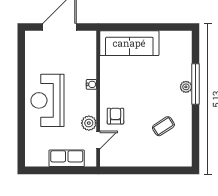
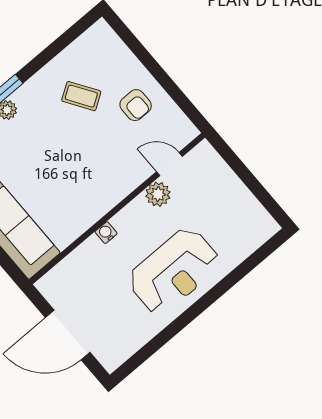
armchair: (115, 116) -> (136, 105), moved, turned -90
row of seats: (67, 158) -> (227, 184), removed

